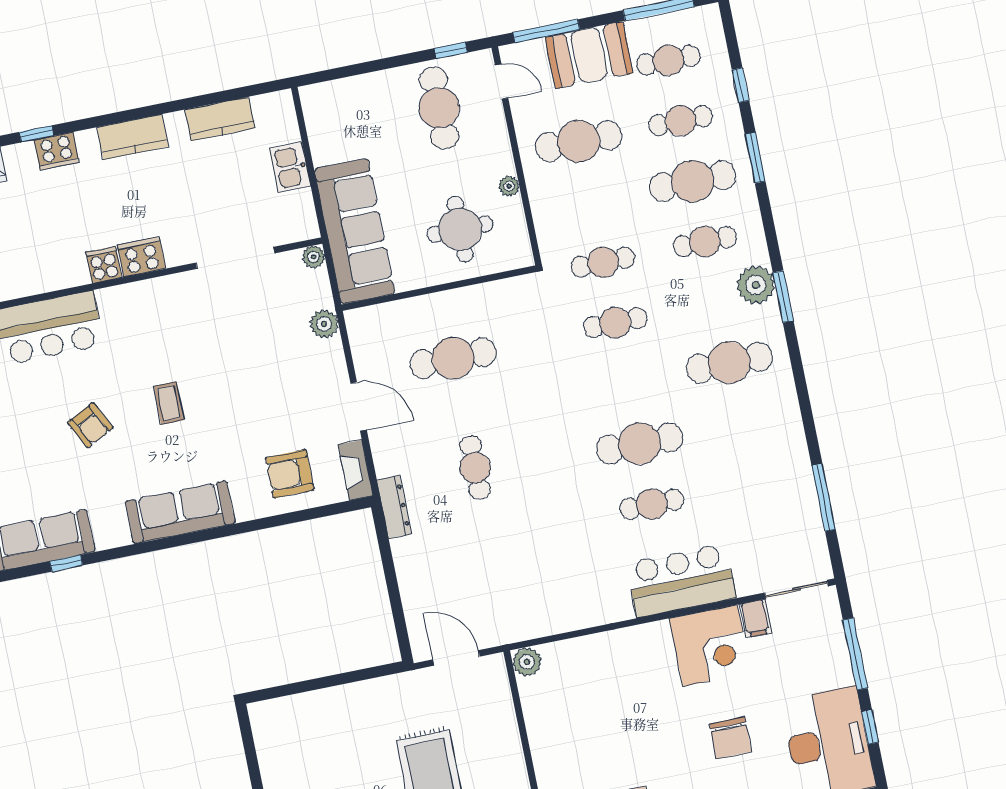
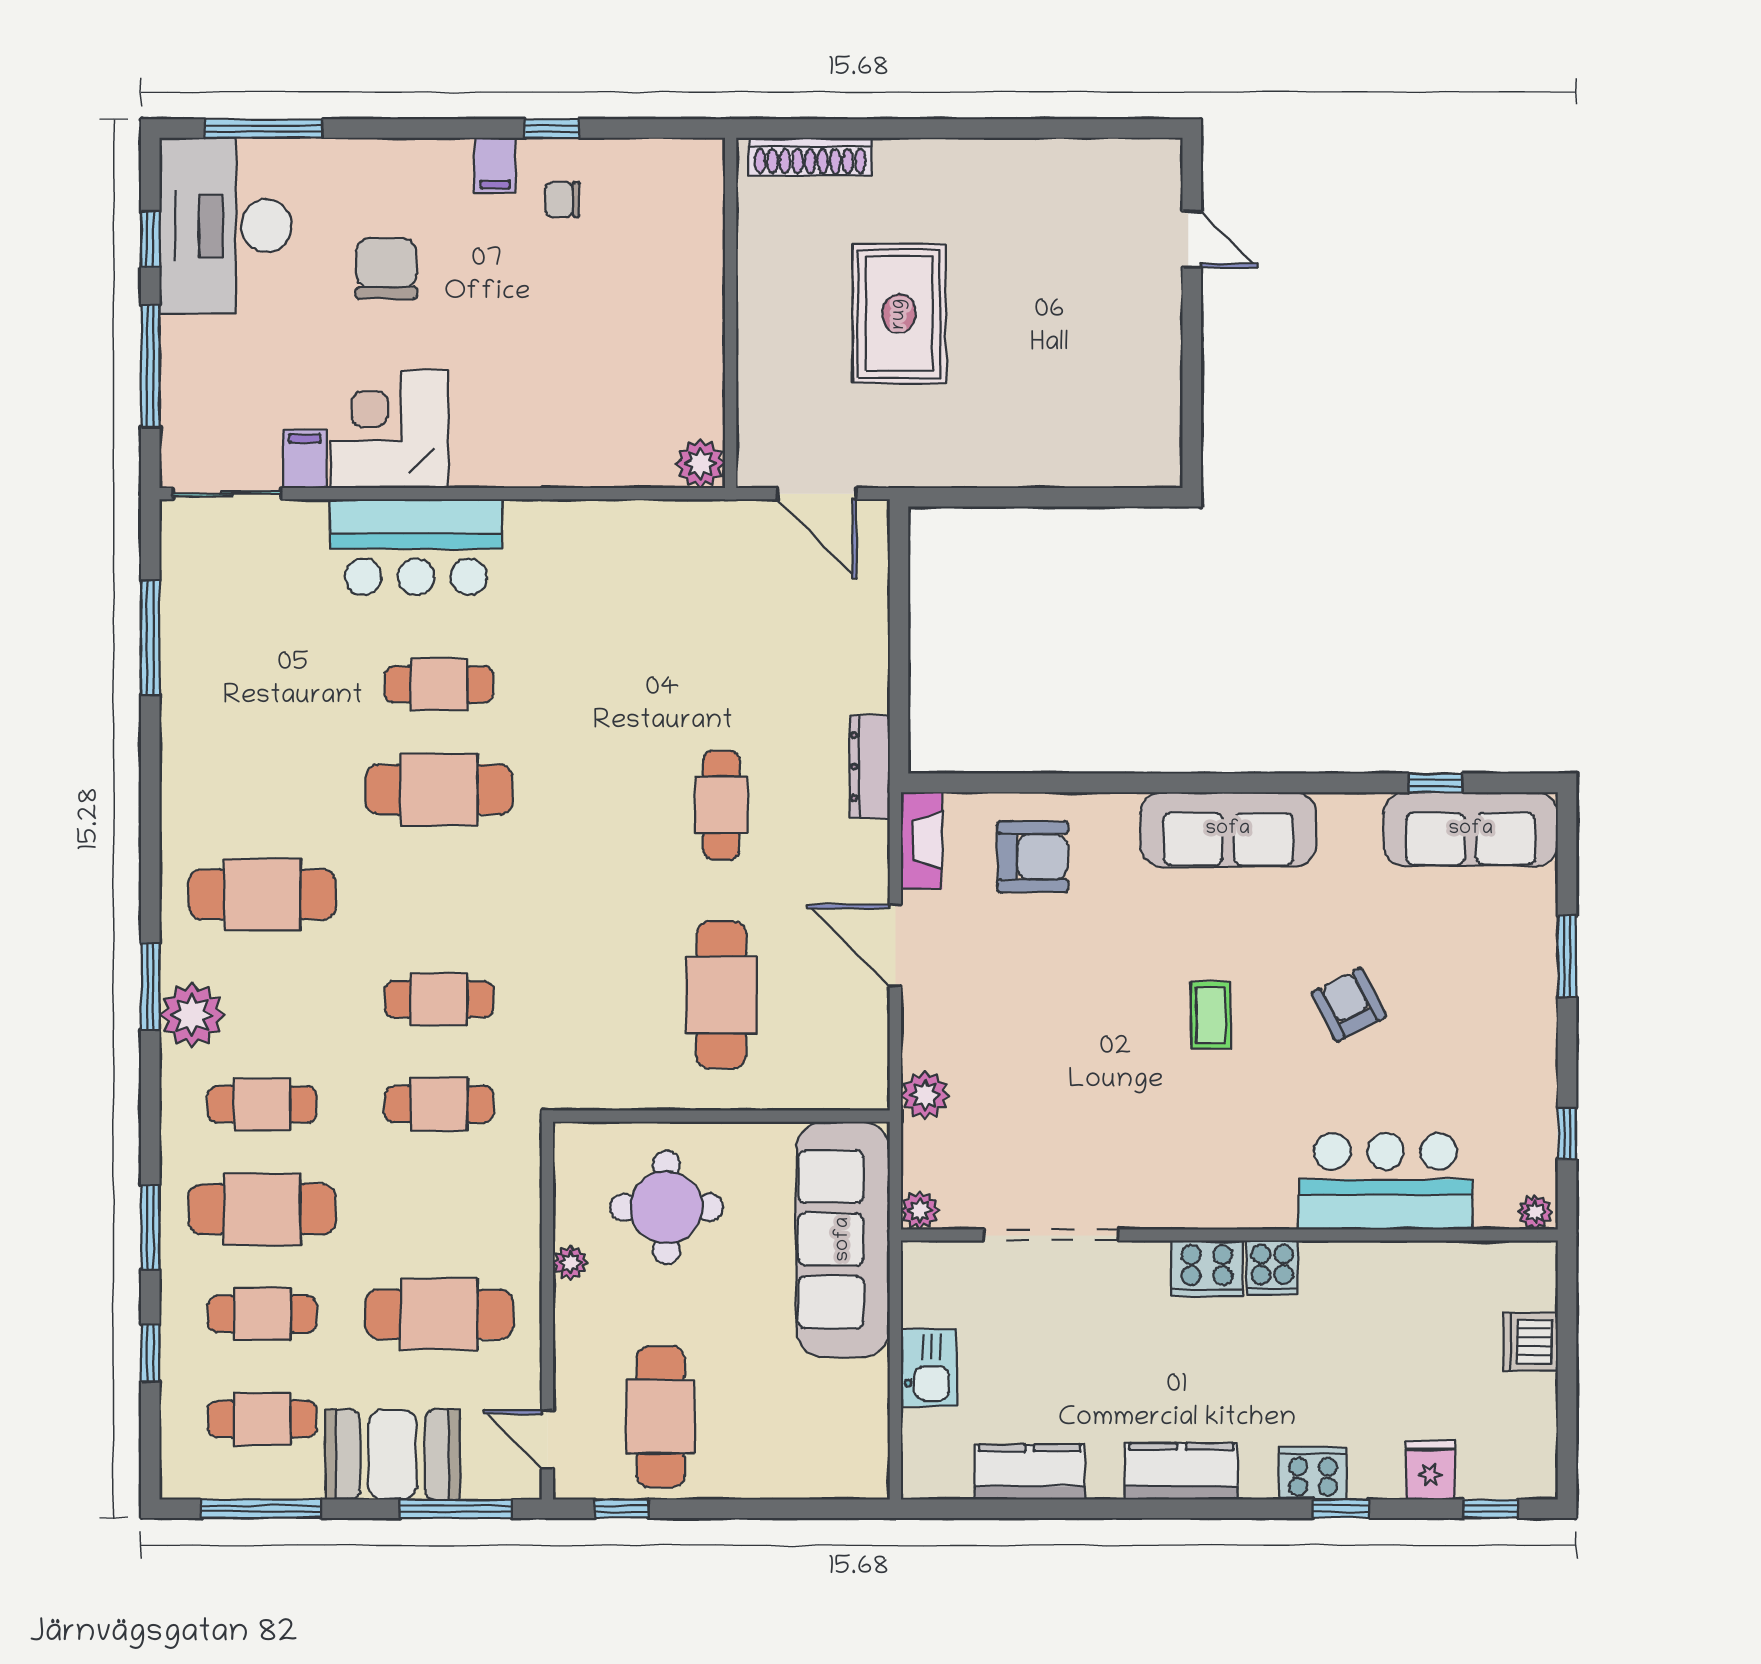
cafe table: (453, 358) -> (721, 995), turned 90

